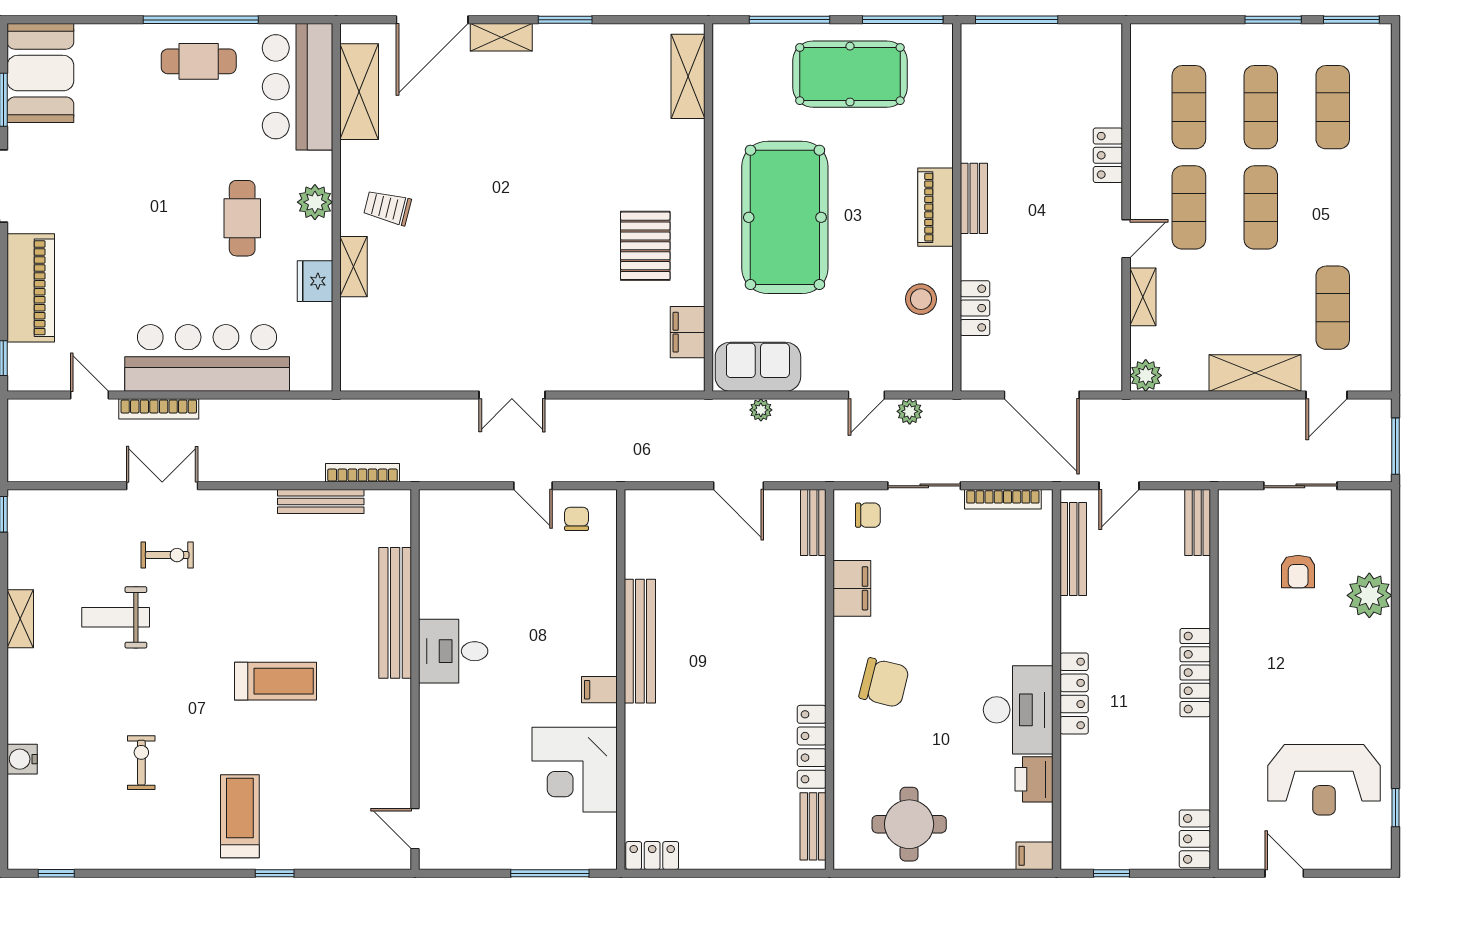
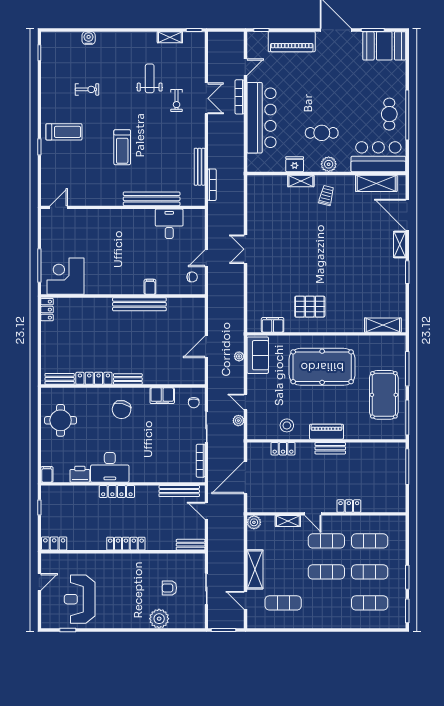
bench: (813, 523) -> (128, 379), moved
shelving: (20, 619) -> (170, 37), moved
desk: (453, 651) -> (169, 224), moved
filing cabinet: (599, 690) -> (150, 287), moved
corner desk: (575, 770) -> (65, 276), moved

